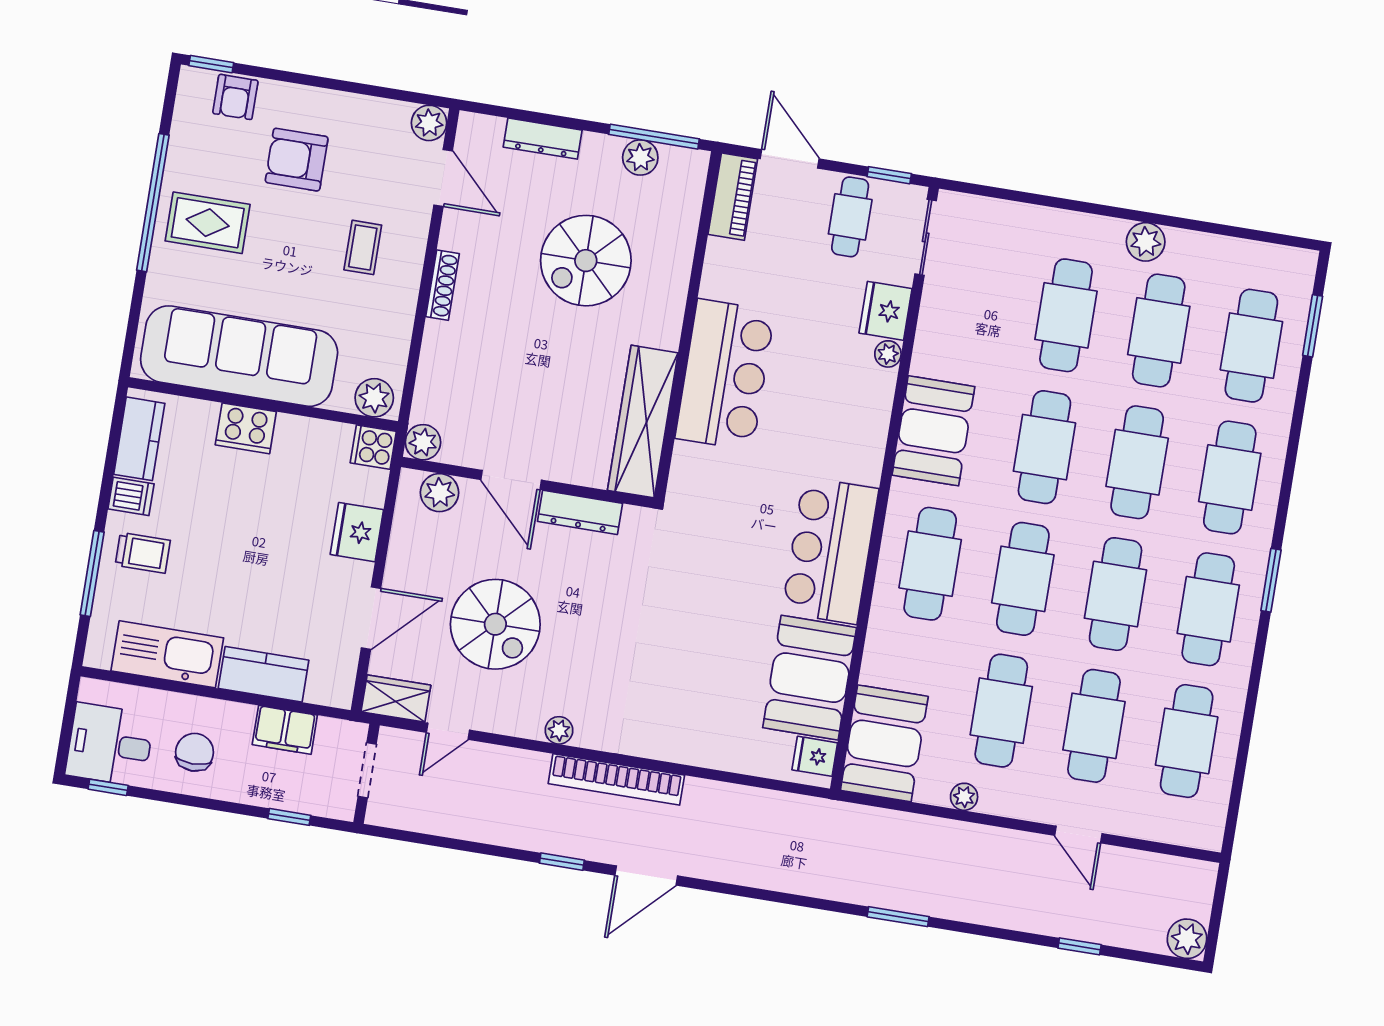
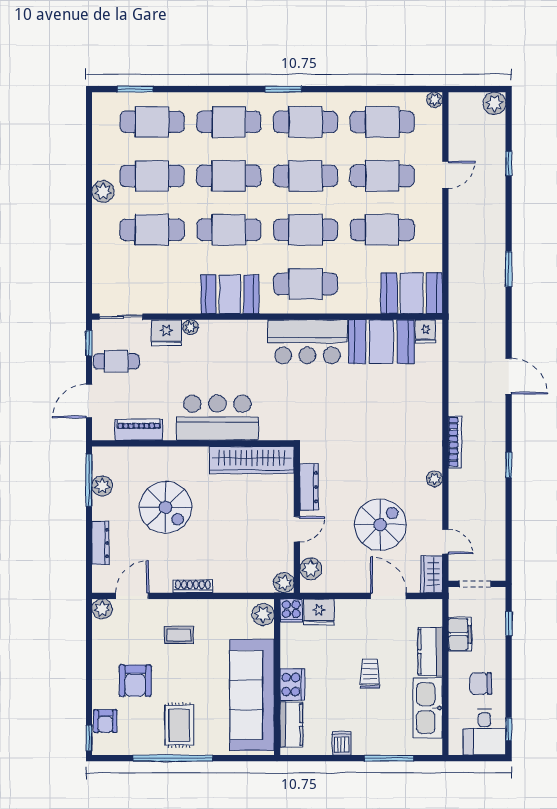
armchair: (235, 97) -> (105, 721), turned 90
piano: (733, 197) -> (139, 430), moved
kitchen counter: (139, 439) -> (291, 724), moved, turned 90
door: (511, 480) -> (297, 529), width x0.73
fridge: (357, 532) -> (319, 612), moved
trolley: (143, 553) -> (370, 673), moved
bookcase: (616, 779) -> (455, 442), width x0.68, depth x0.76
plant: (964, 797) -> (435, 100), moved
door: (646, 875) -> (509, 376), moved

